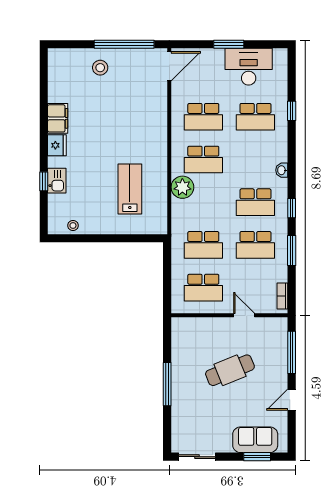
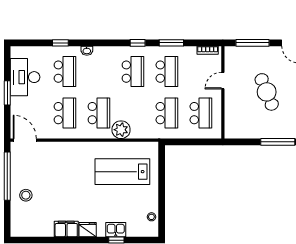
washbasin: (282, 170) -> (87, 51), moved
lab bench: (130, 189) -> (122, 172), width x1.36, depth x1.39

